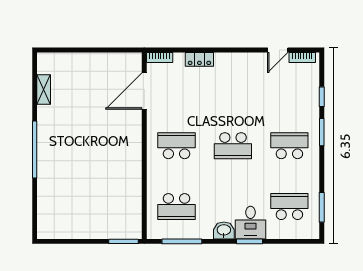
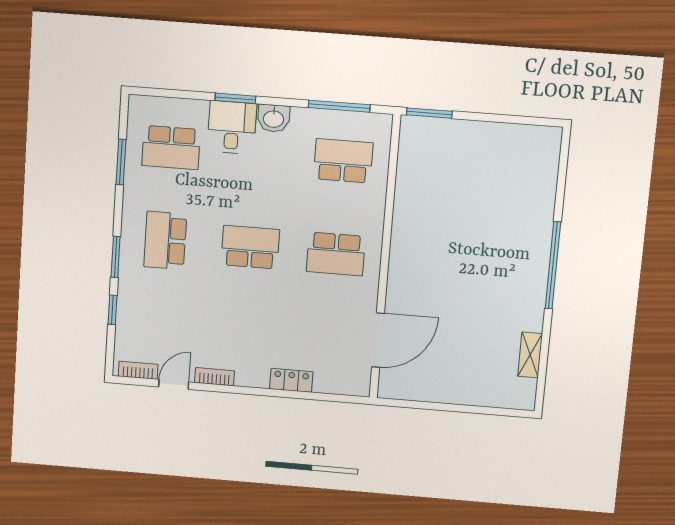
bookcase: (160, 57) -> (215, 377), moved
school desk: (289, 146) -> (165, 240), turned 90
window: (322, 207) -> (121, 162), moved

